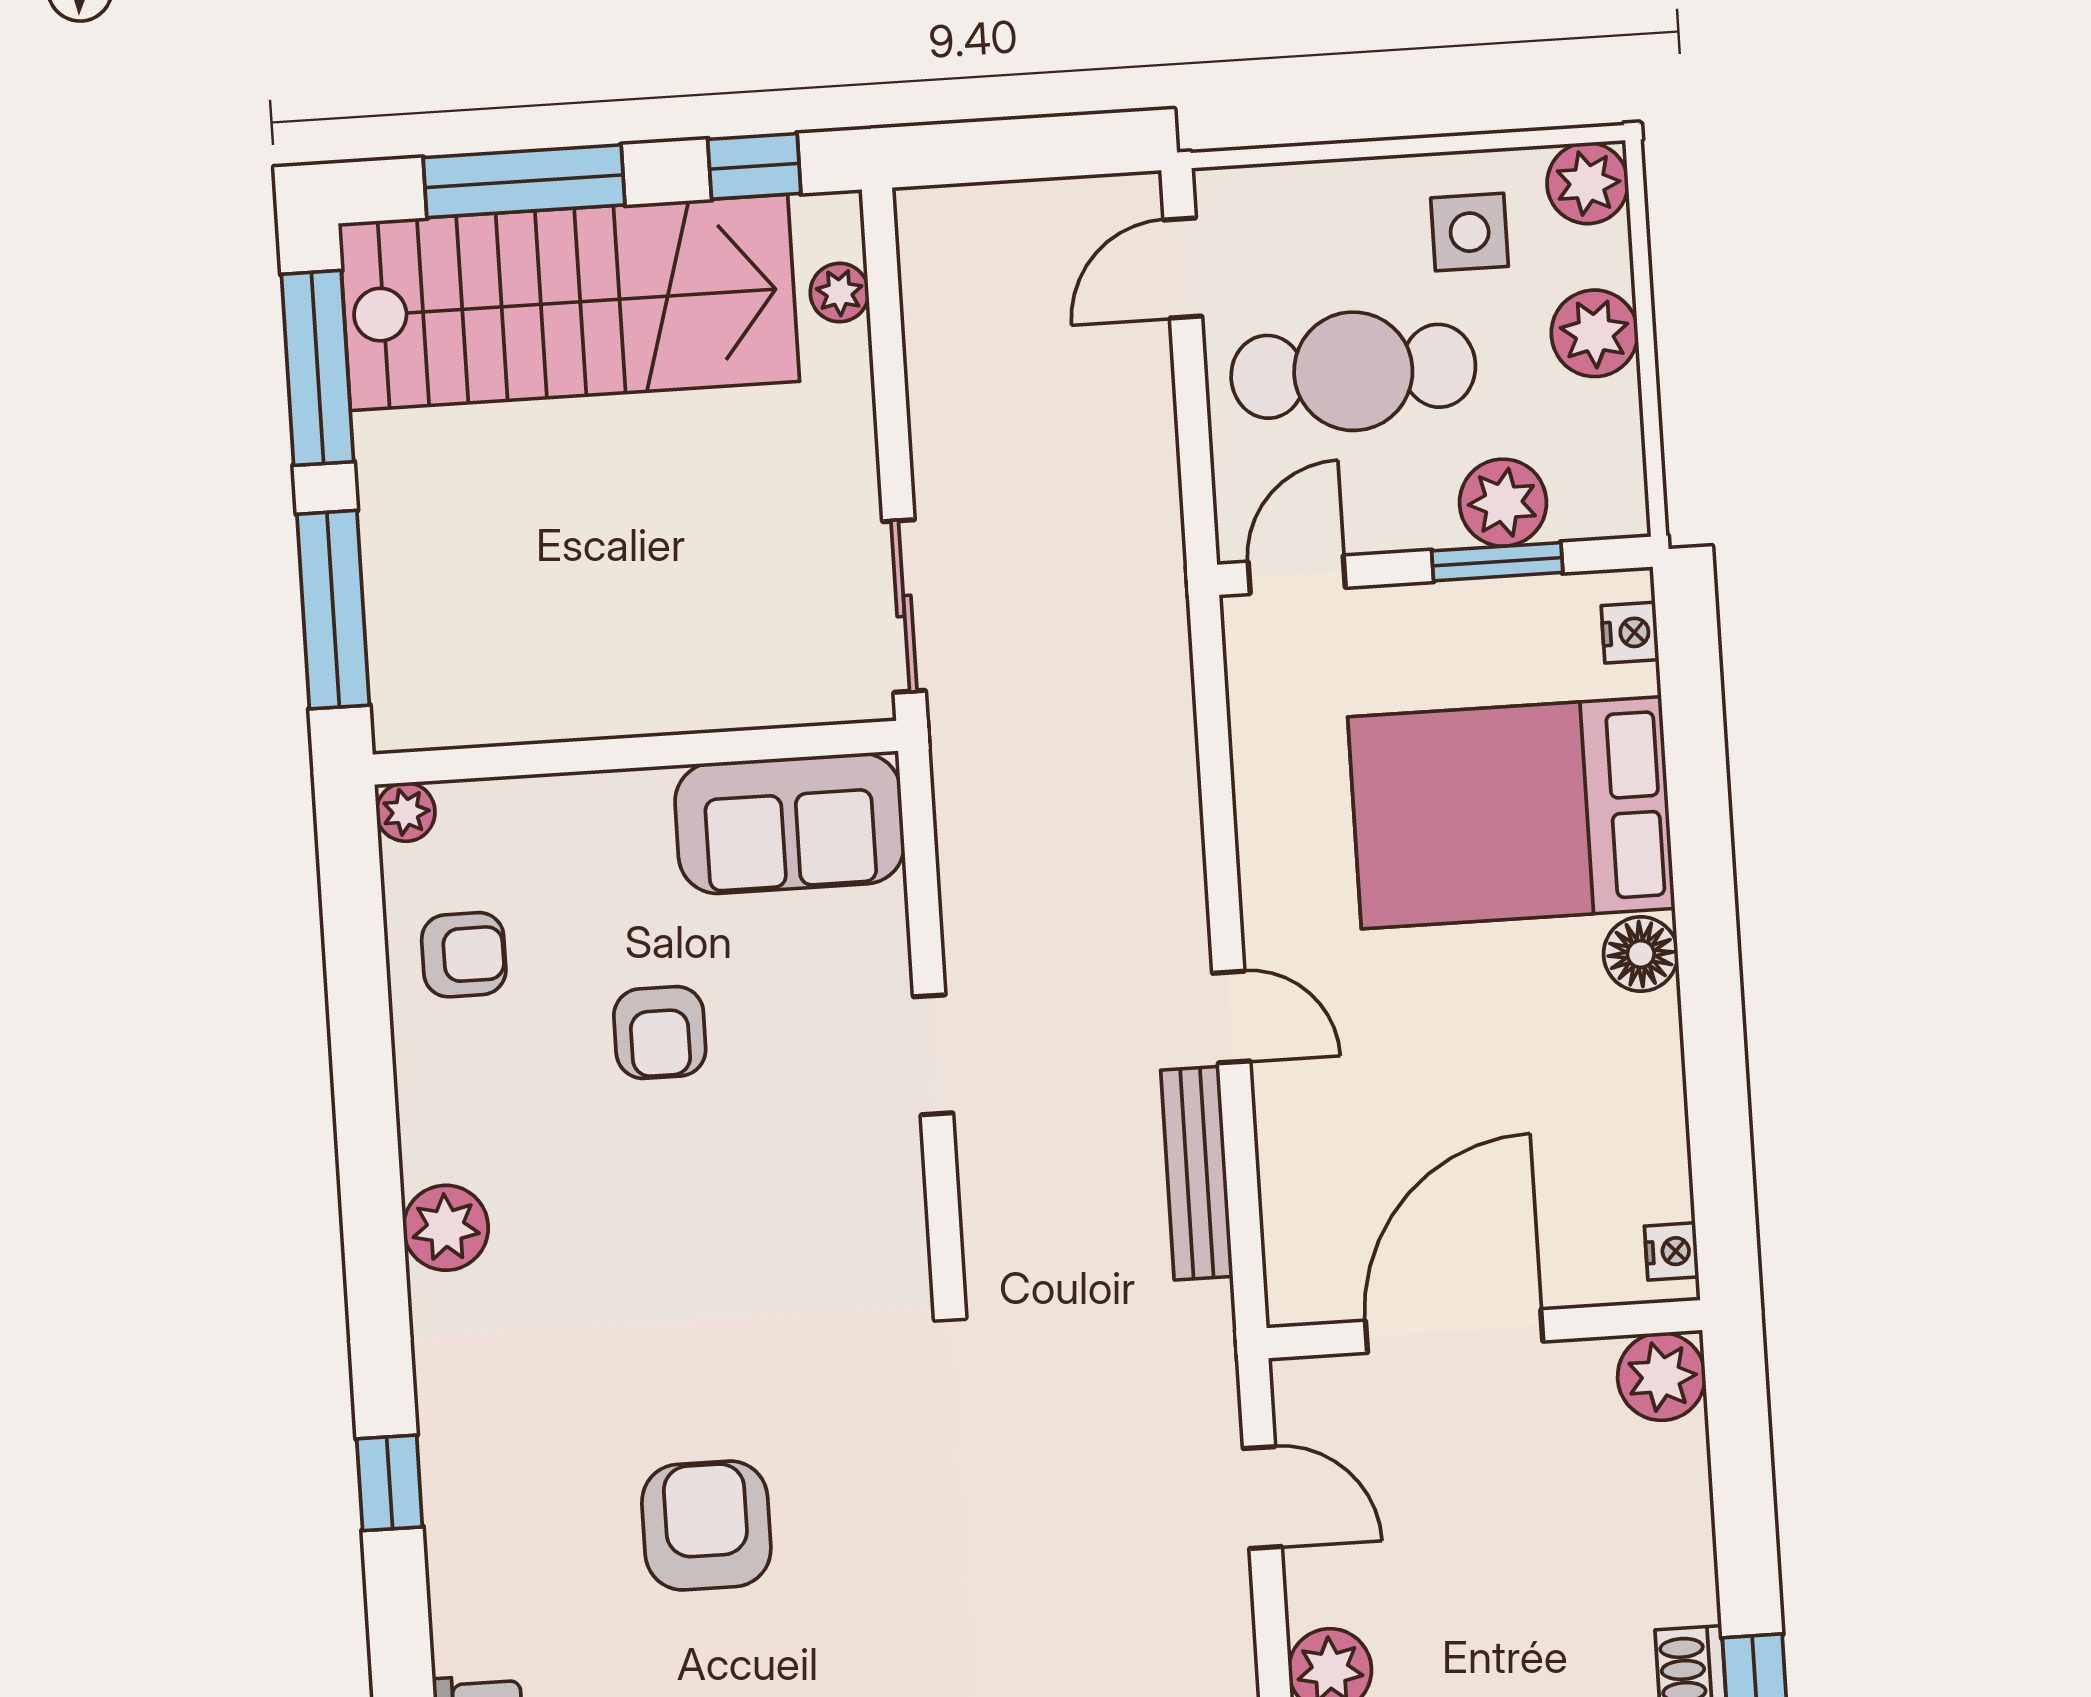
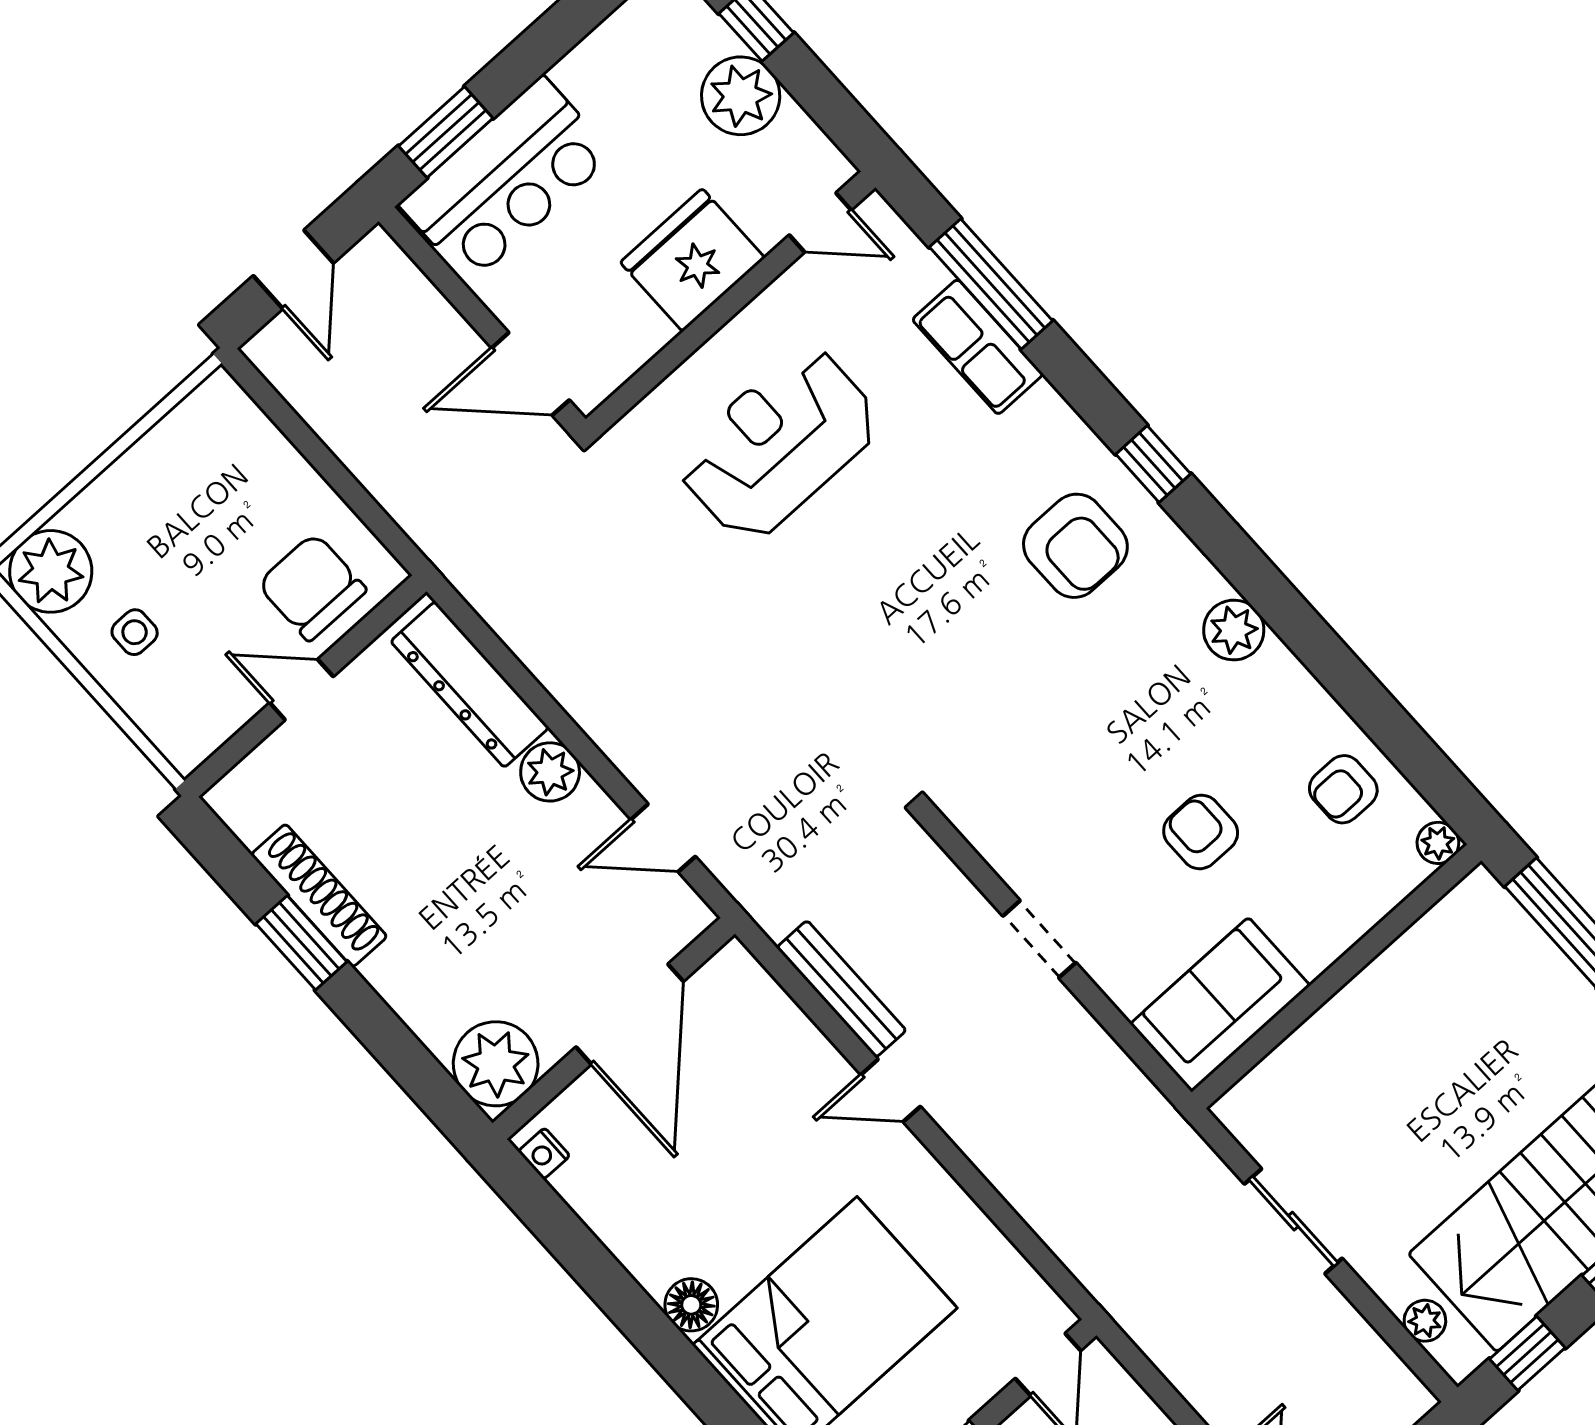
sliding door: (904, 606) -> (1293, 1221), moved
plant: (1661, 1377) -> (496, 1064), width x1.36, depth x1.36
armchair: (706, 1525) -> (1075, 546), moved

